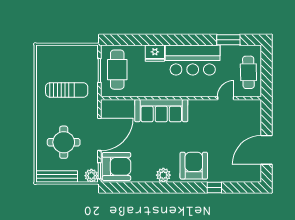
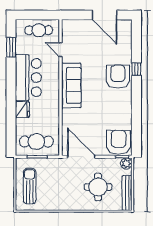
sun lounger: (67, 90) -> (30, 186), moved
sofa: (161, 111) -> (71, 85), moved
door: (99, 134) -> (81, 157), moved
armchair: (194, 166) -> (118, 77), turned 90
plant: (163, 175) -> (126, 102), removed
window: (214, 187) -> (136, 69), moved

